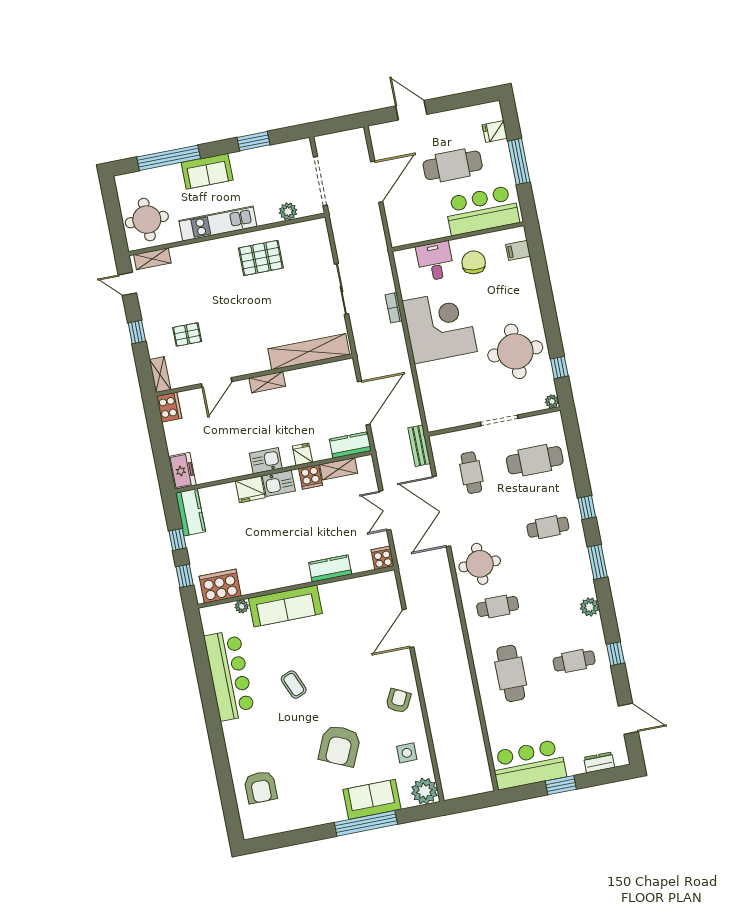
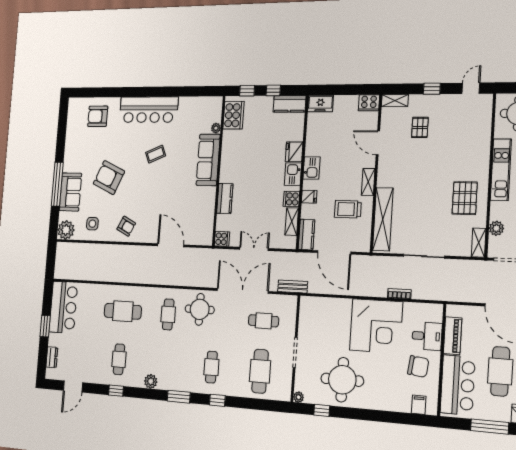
piano: (426, 231) -> (453, 336), added
shelving: (152, 259) -> (479, 243), moved
trolley: (307, 399) -> (348, 209), added
bar counter: (229, 675) -> (149, 110), moved

